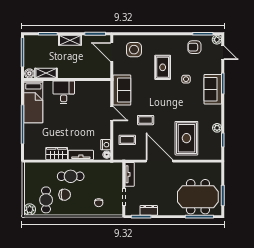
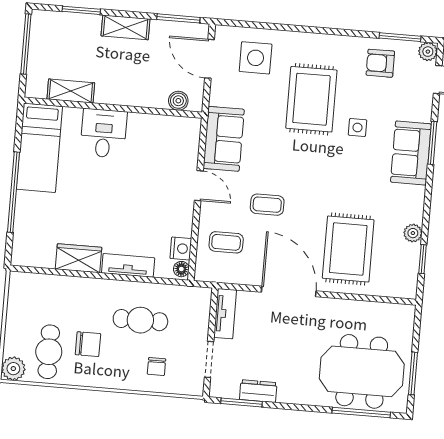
rug: (163, 67) -> (311, 99), width x1.36, depth x1.43
boiler: (29, 73) -> (178, 101), moved
cafe table: (71, 176) -> (140, 320), moved

